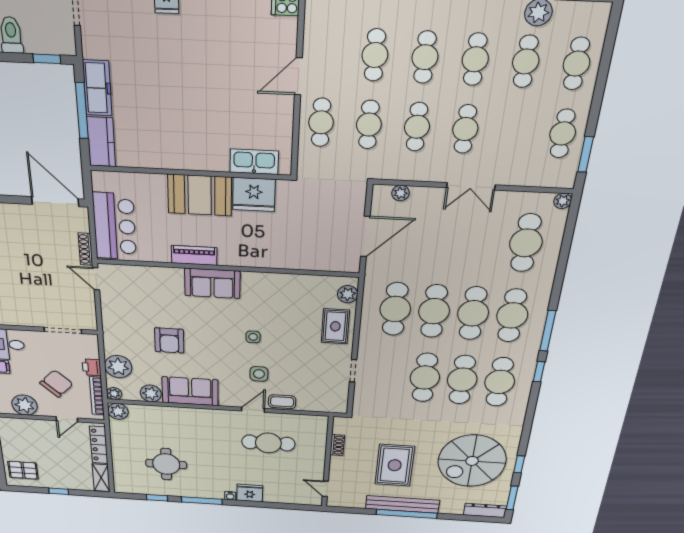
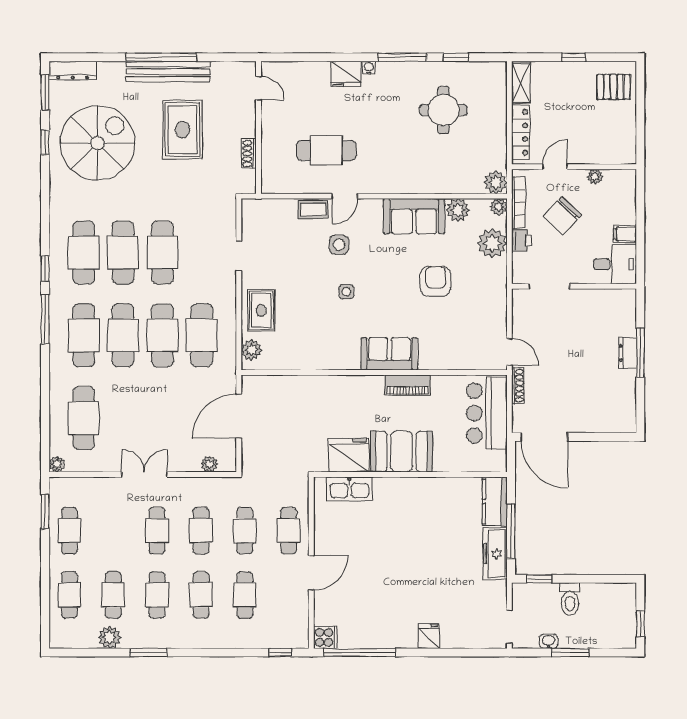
plant: (25, 405) -> (595, 177), width x0.53, depth x0.53

